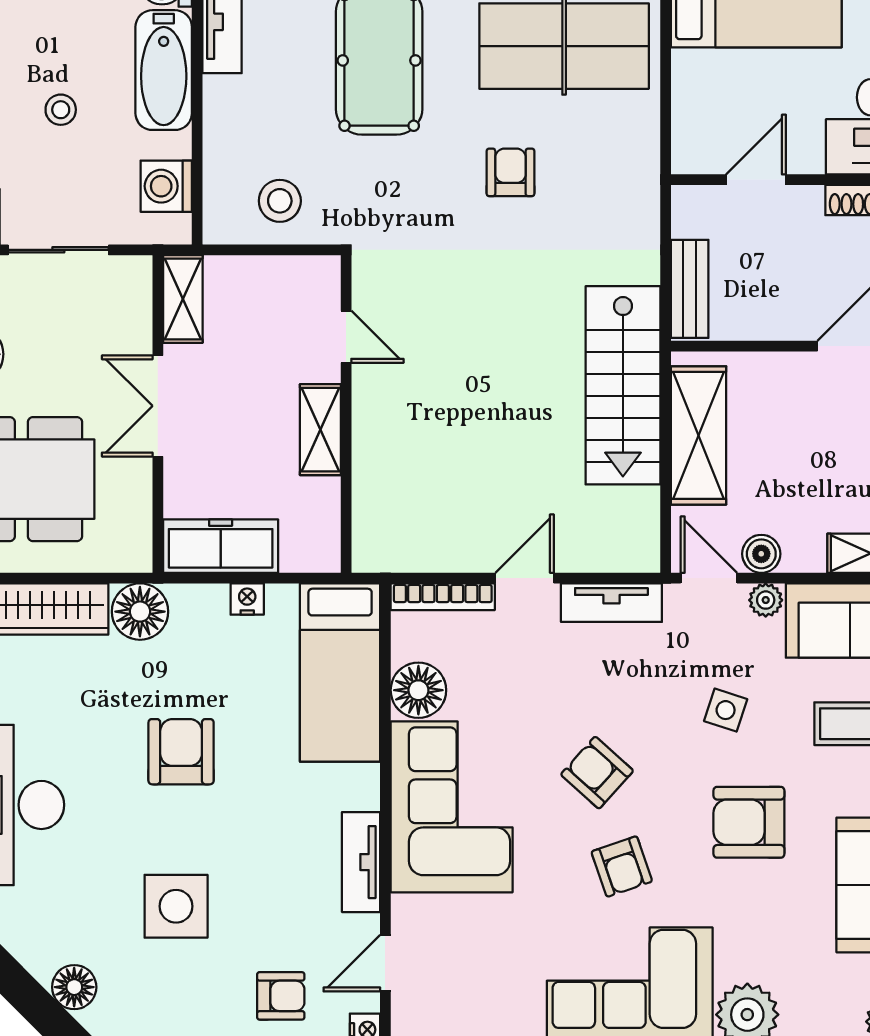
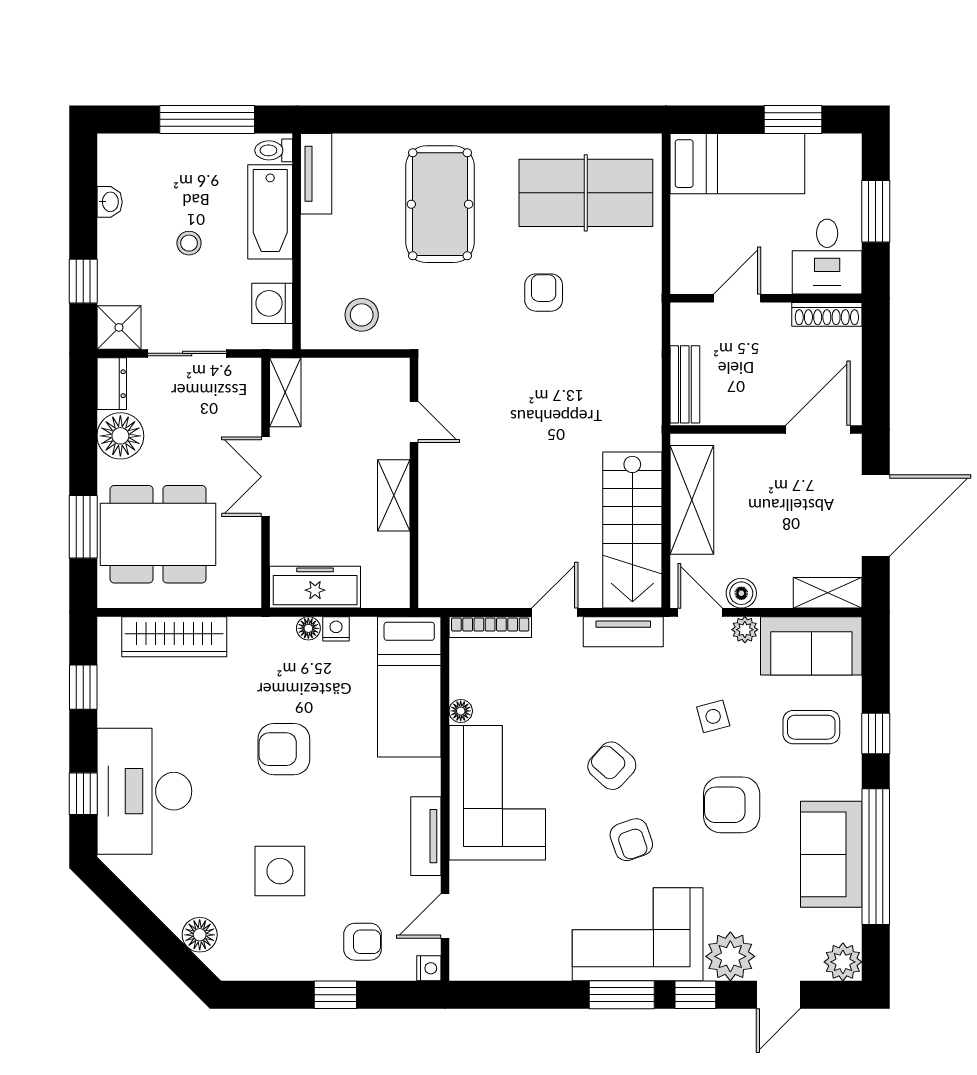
stairs: (623, 385) -> (632, 530), moved
floor lamp: (140, 612) -> (308, 628), moved, width x0.53, depth x0.53
floor lamp: (418, 690) -> (461, 711), width x0.53, depth x0.53
side table: (726, 710) -> (713, 716), turned -33
armchair: (181, 752) -> (284, 749), turned -90

